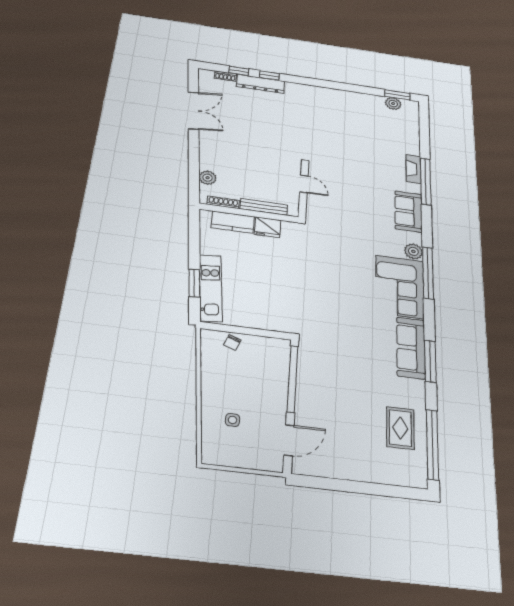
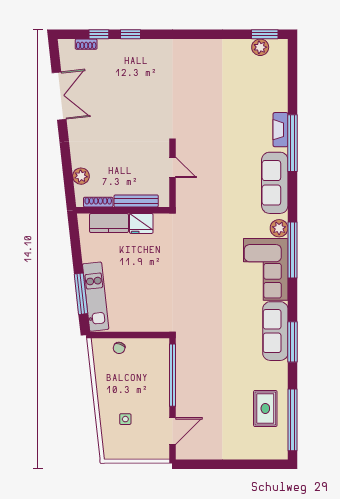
dresser: (261, 84) -> (122, 47), removed
sofa: (408, 212) -> (275, 183), width x1.36
window: (194, 283) -> (81, 294), width x1.44

